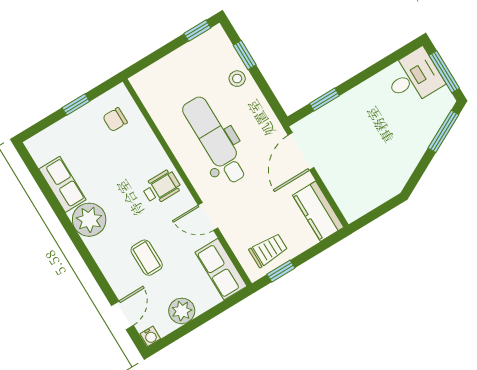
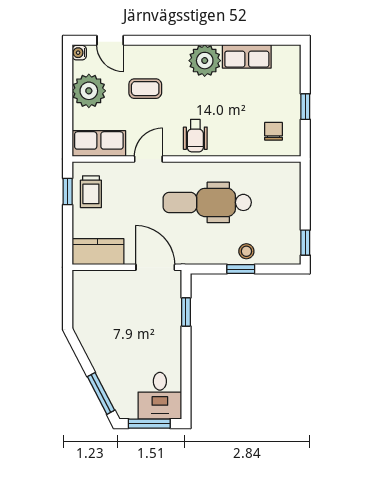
window: (245, 55) -> (241, 269), moved
dental chair: (215, 140) -> (207, 202), turned 180
plant: (182, 311) -> (89, 91), width x1.36, depth x1.36

